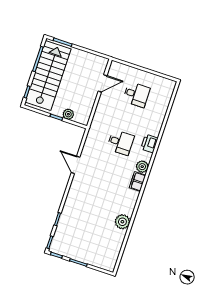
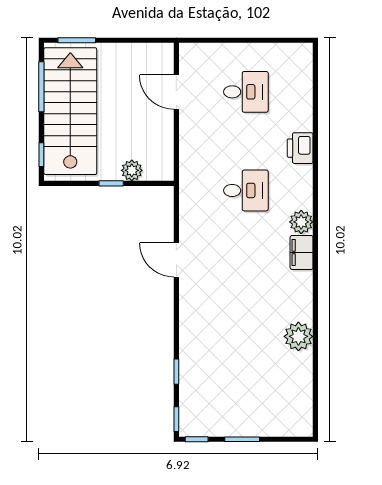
door: (103, 83) -> (176, 92), swing flipped
printer: (149, 143) -> (300, 148), moved

